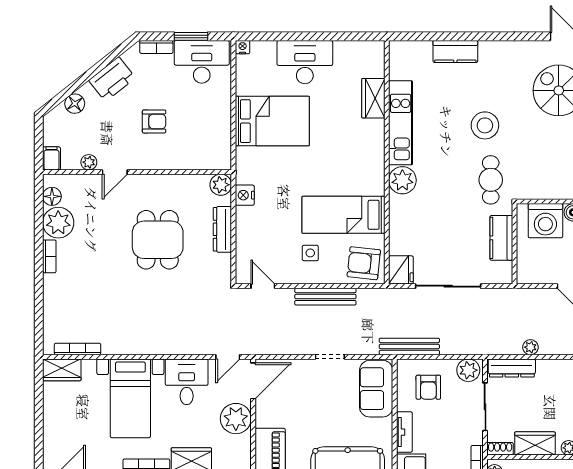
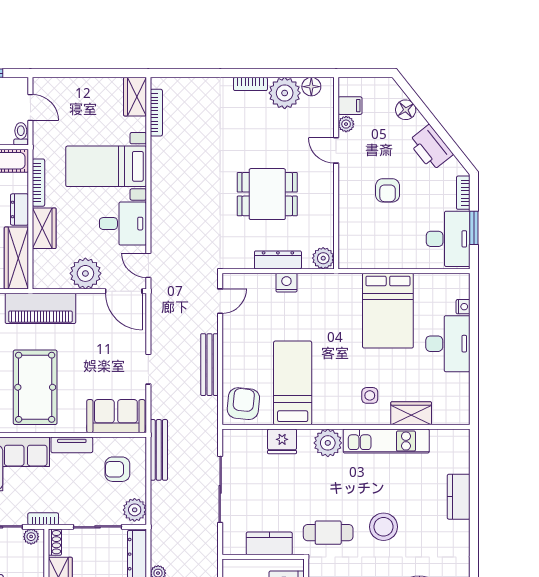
nightstand: (243, 47) -> (463, 307), moved
filing cabinet: (51, 158) -> (350, 106), moved
nightstand: (245, 195) -> (286, 283), moved
side table: (310, 253) -> (370, 395), moved
fridge: (401, 270) -> (282, 441), moved

